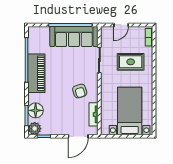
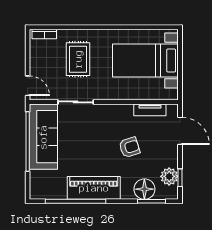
door: (121, 25) -> (28, 86), moved
armchair: (80, 91) -> (129, 147), moved
plant: (35, 129) -> (169, 176), moved

